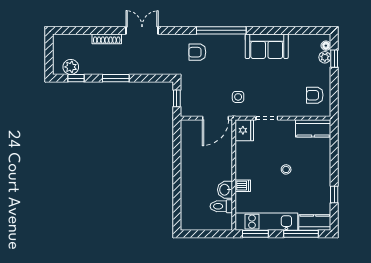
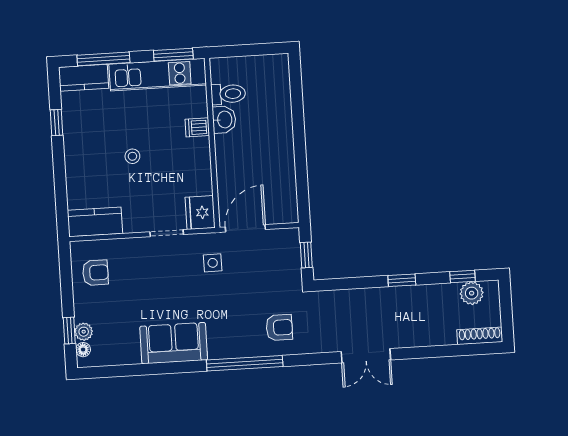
shoe rack: (107, 39) -> (480, 336), moved
window: (116, 78) -> (402, 280), width x0.67

